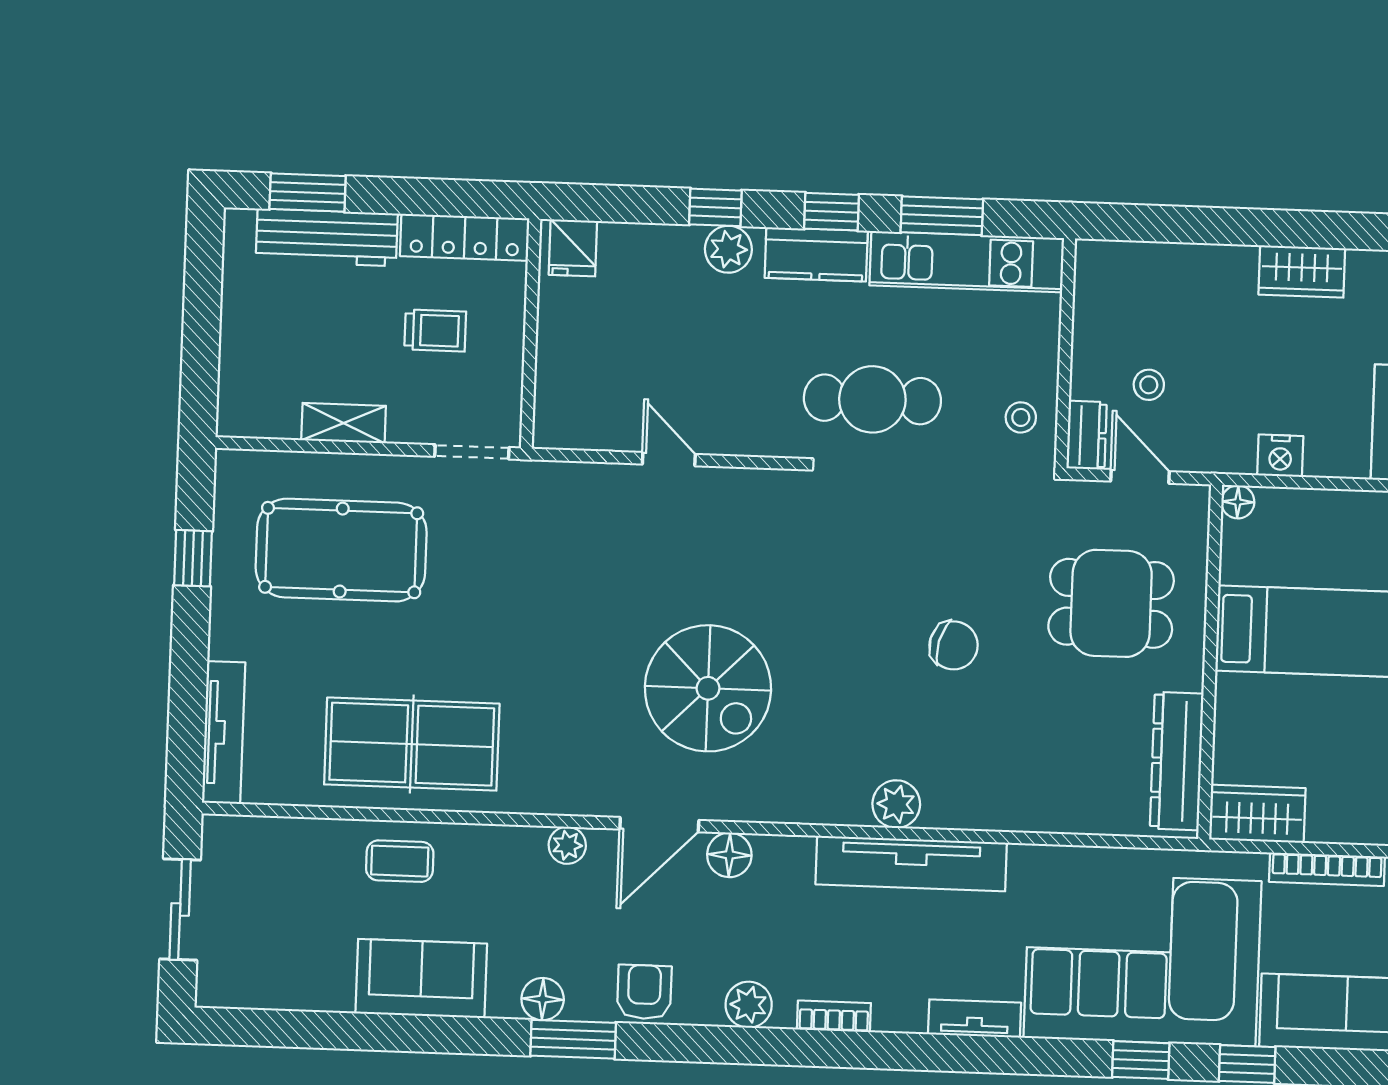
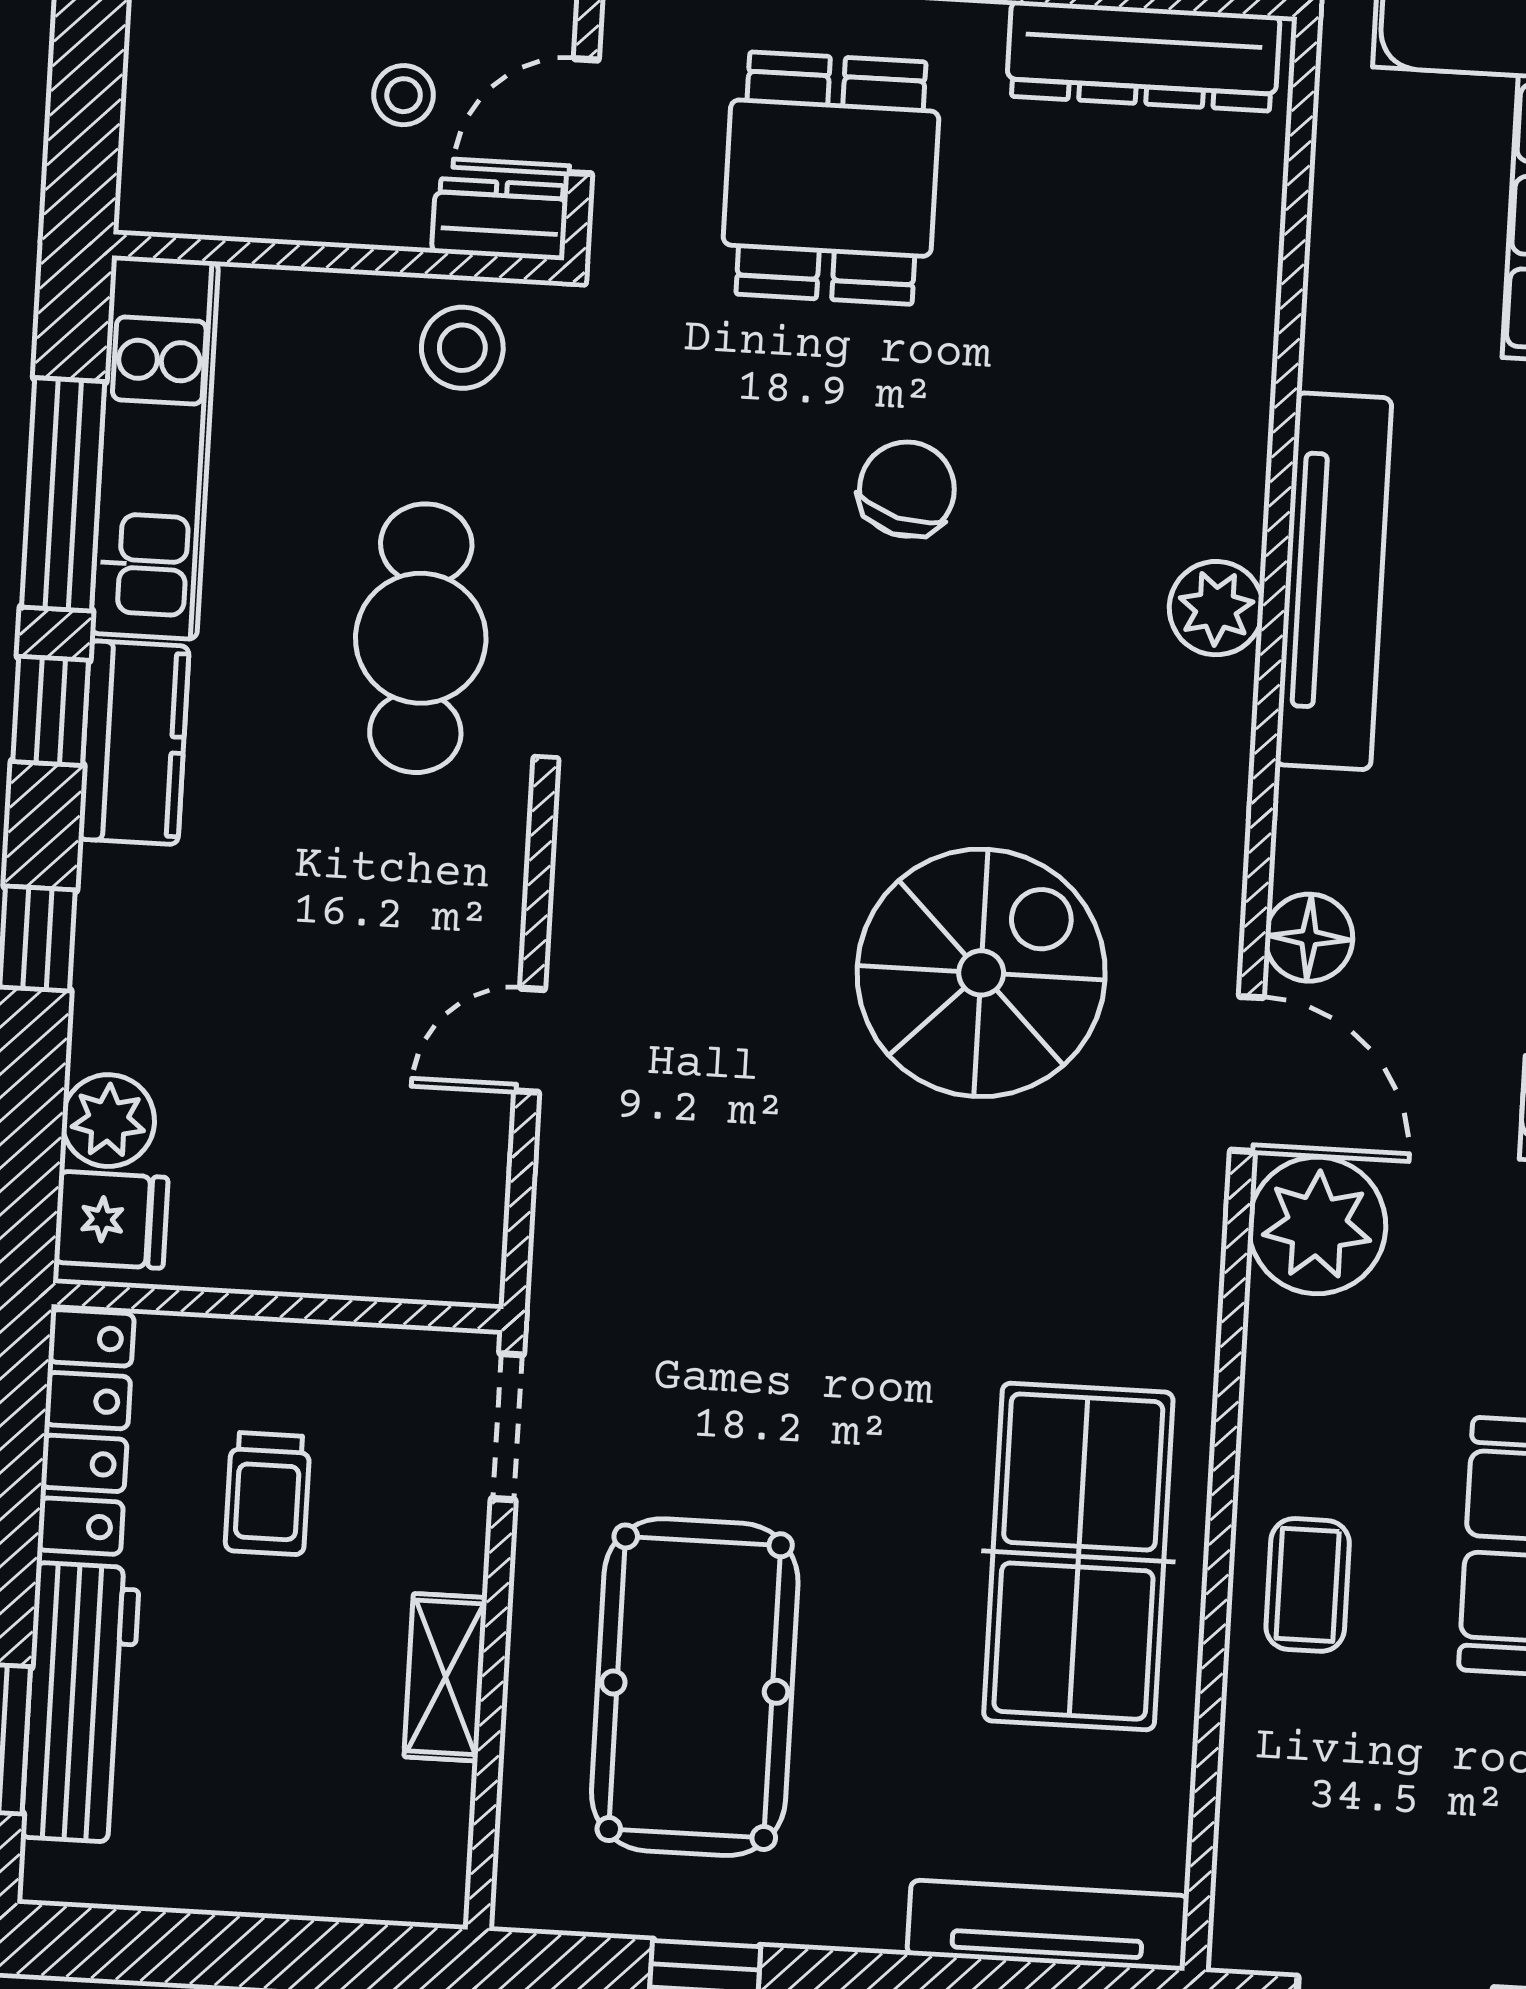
window: (942, 216) -> (63, 494), width x1.44
plant: (728, 249) -> (108, 1121), moved
trolley: (435, 331) -> (268, 1493), turned 180
stool: (1021, 417) -> (462, 348), width x1.37, depth x1.37
plant: (567, 845) -> (1317, 1225), width x1.88, depth x1.88

